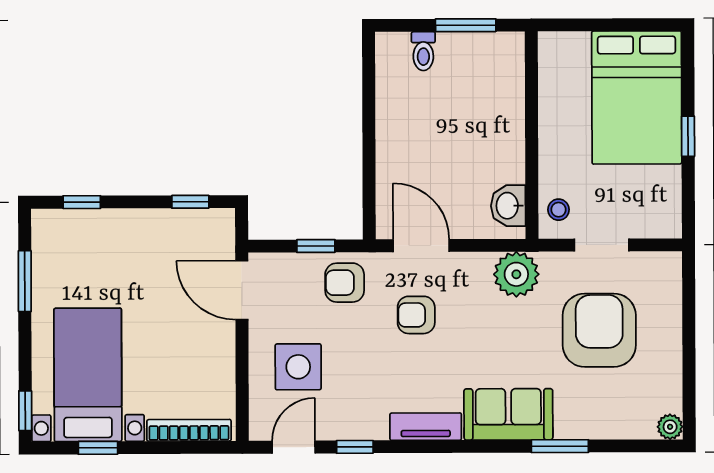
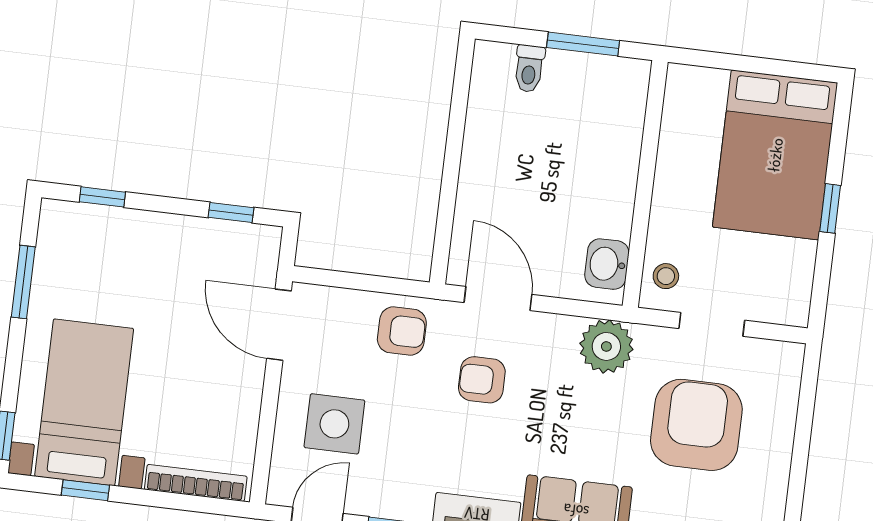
window: (316, 246) -> (373, 283), removed
armchair: (345, 283) -> (402, 331), turned 180

